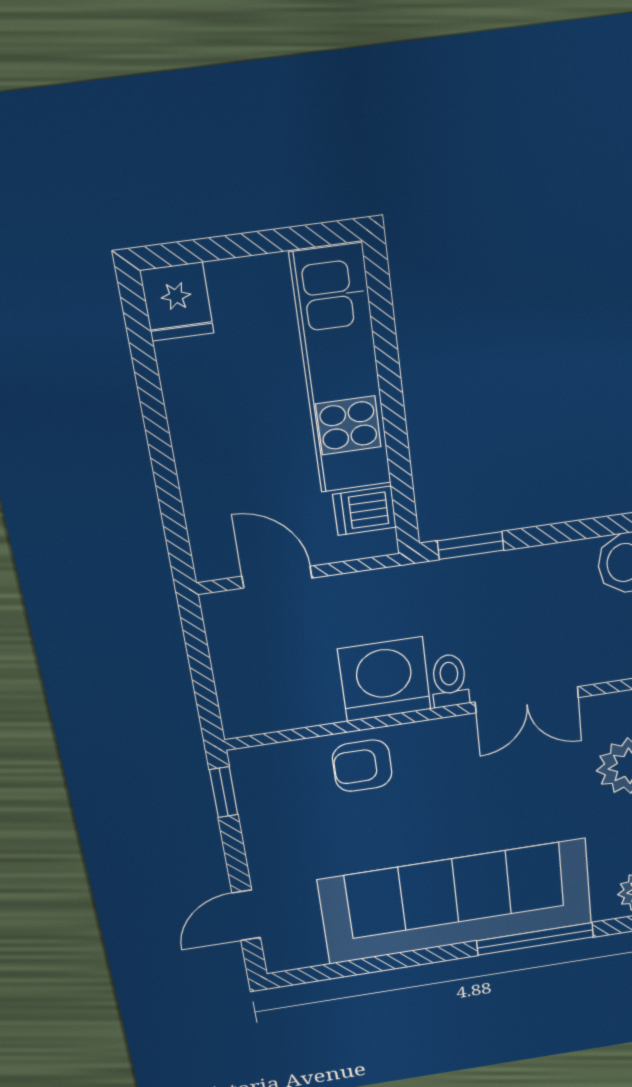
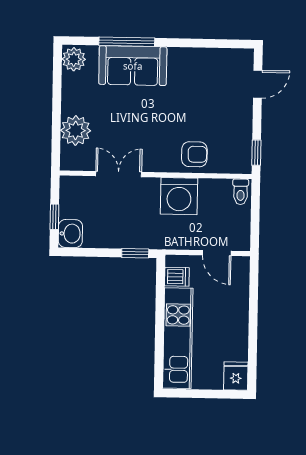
toilet: (450, 681) -> (241, 192), moved
sofa: (456, 902) -> (133, 66), width x0.54, depth x0.79

